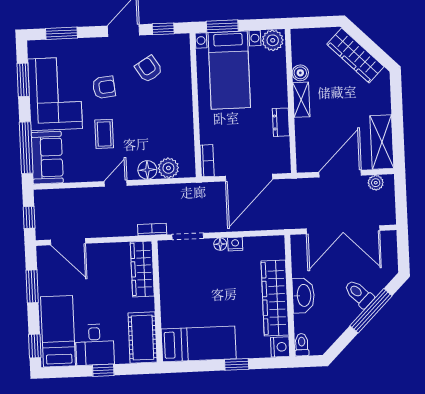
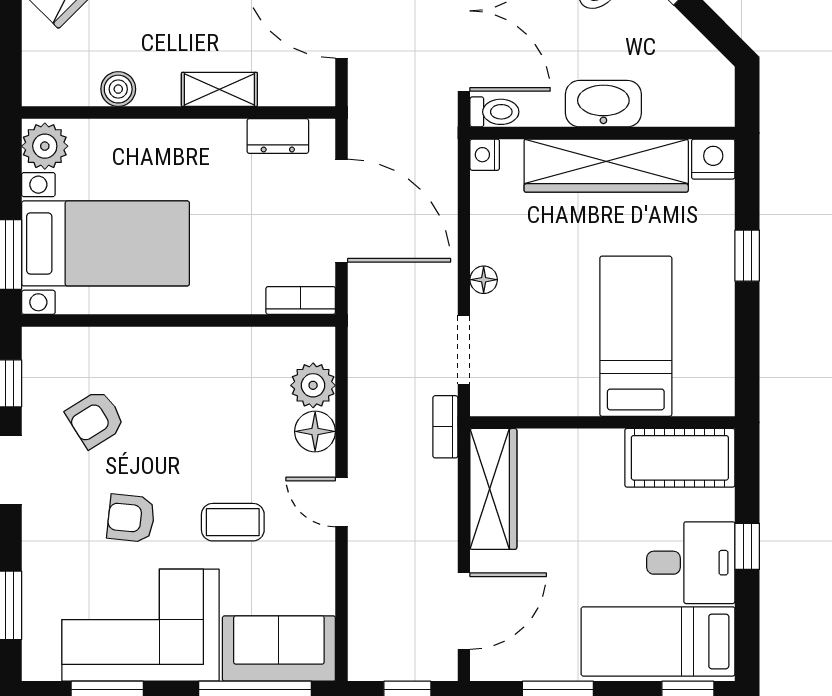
armchair: (104, 87) -> (131, 518), turned -78
shelving: (301, 100) -> (219, 89), moved
dresser: (281, 122) -> (278, 136), moved
nightstand: (235, 244) -> (485, 155), moved
wardrobe: (142, 269) -> (493, 489), moved, turned -90
bed: (199, 344) -> (636, 336), moved
toilet: (302, 345) -> (494, 112), moved, turned 180

